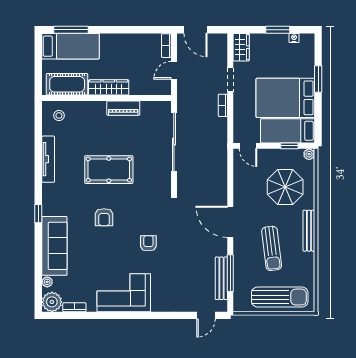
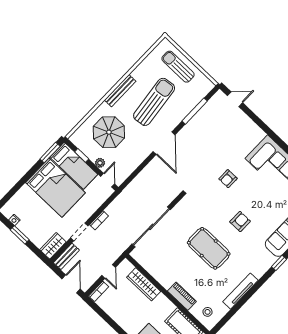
door: (174, 70) -> (109, 271), hinge flipped
window: (318, 79) -> (50, 153), moved
wardrobe: (109, 87) -> (144, 284), moved
piano: (123, 108) -> (182, 296), moved
plant: (309, 154) -> (100, 163), moved
sun lounger: (272, 248) -> (154, 102), width x1.36, depth x1.34
bench: (221, 278) -> (66, 256), moved, width x0.73
sun lounger: (280, 297) -> (178, 67), width x0.73, depth x0.75

